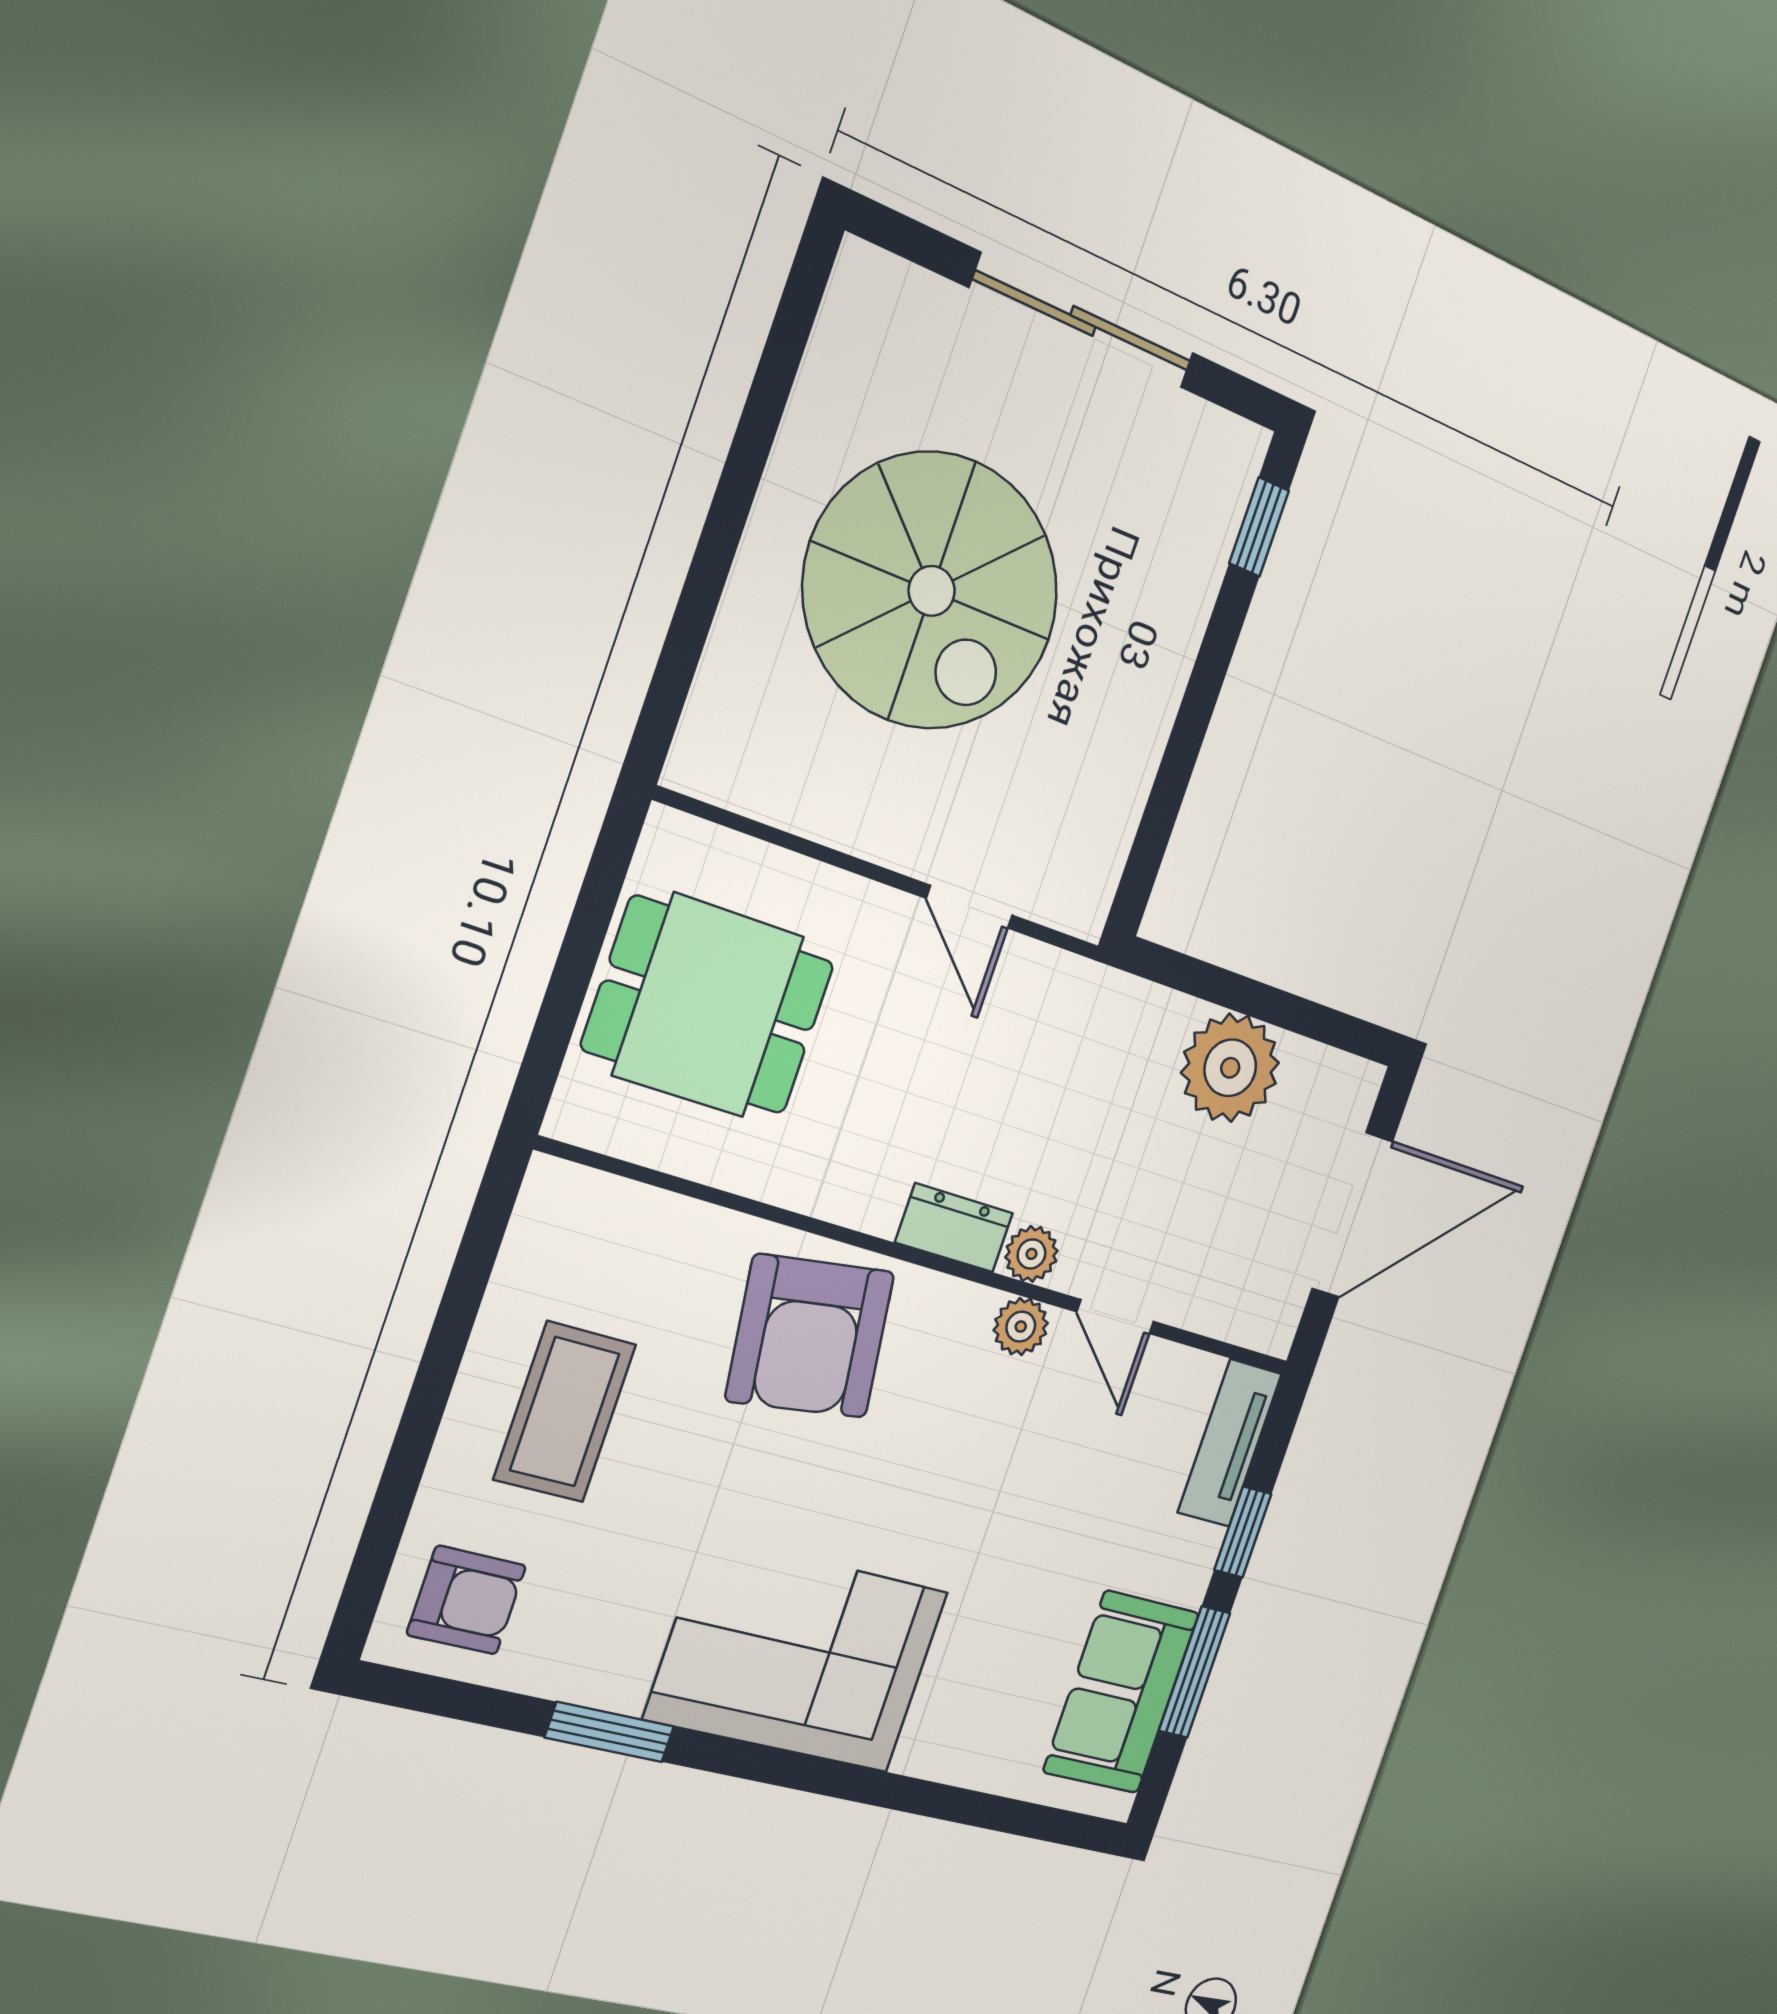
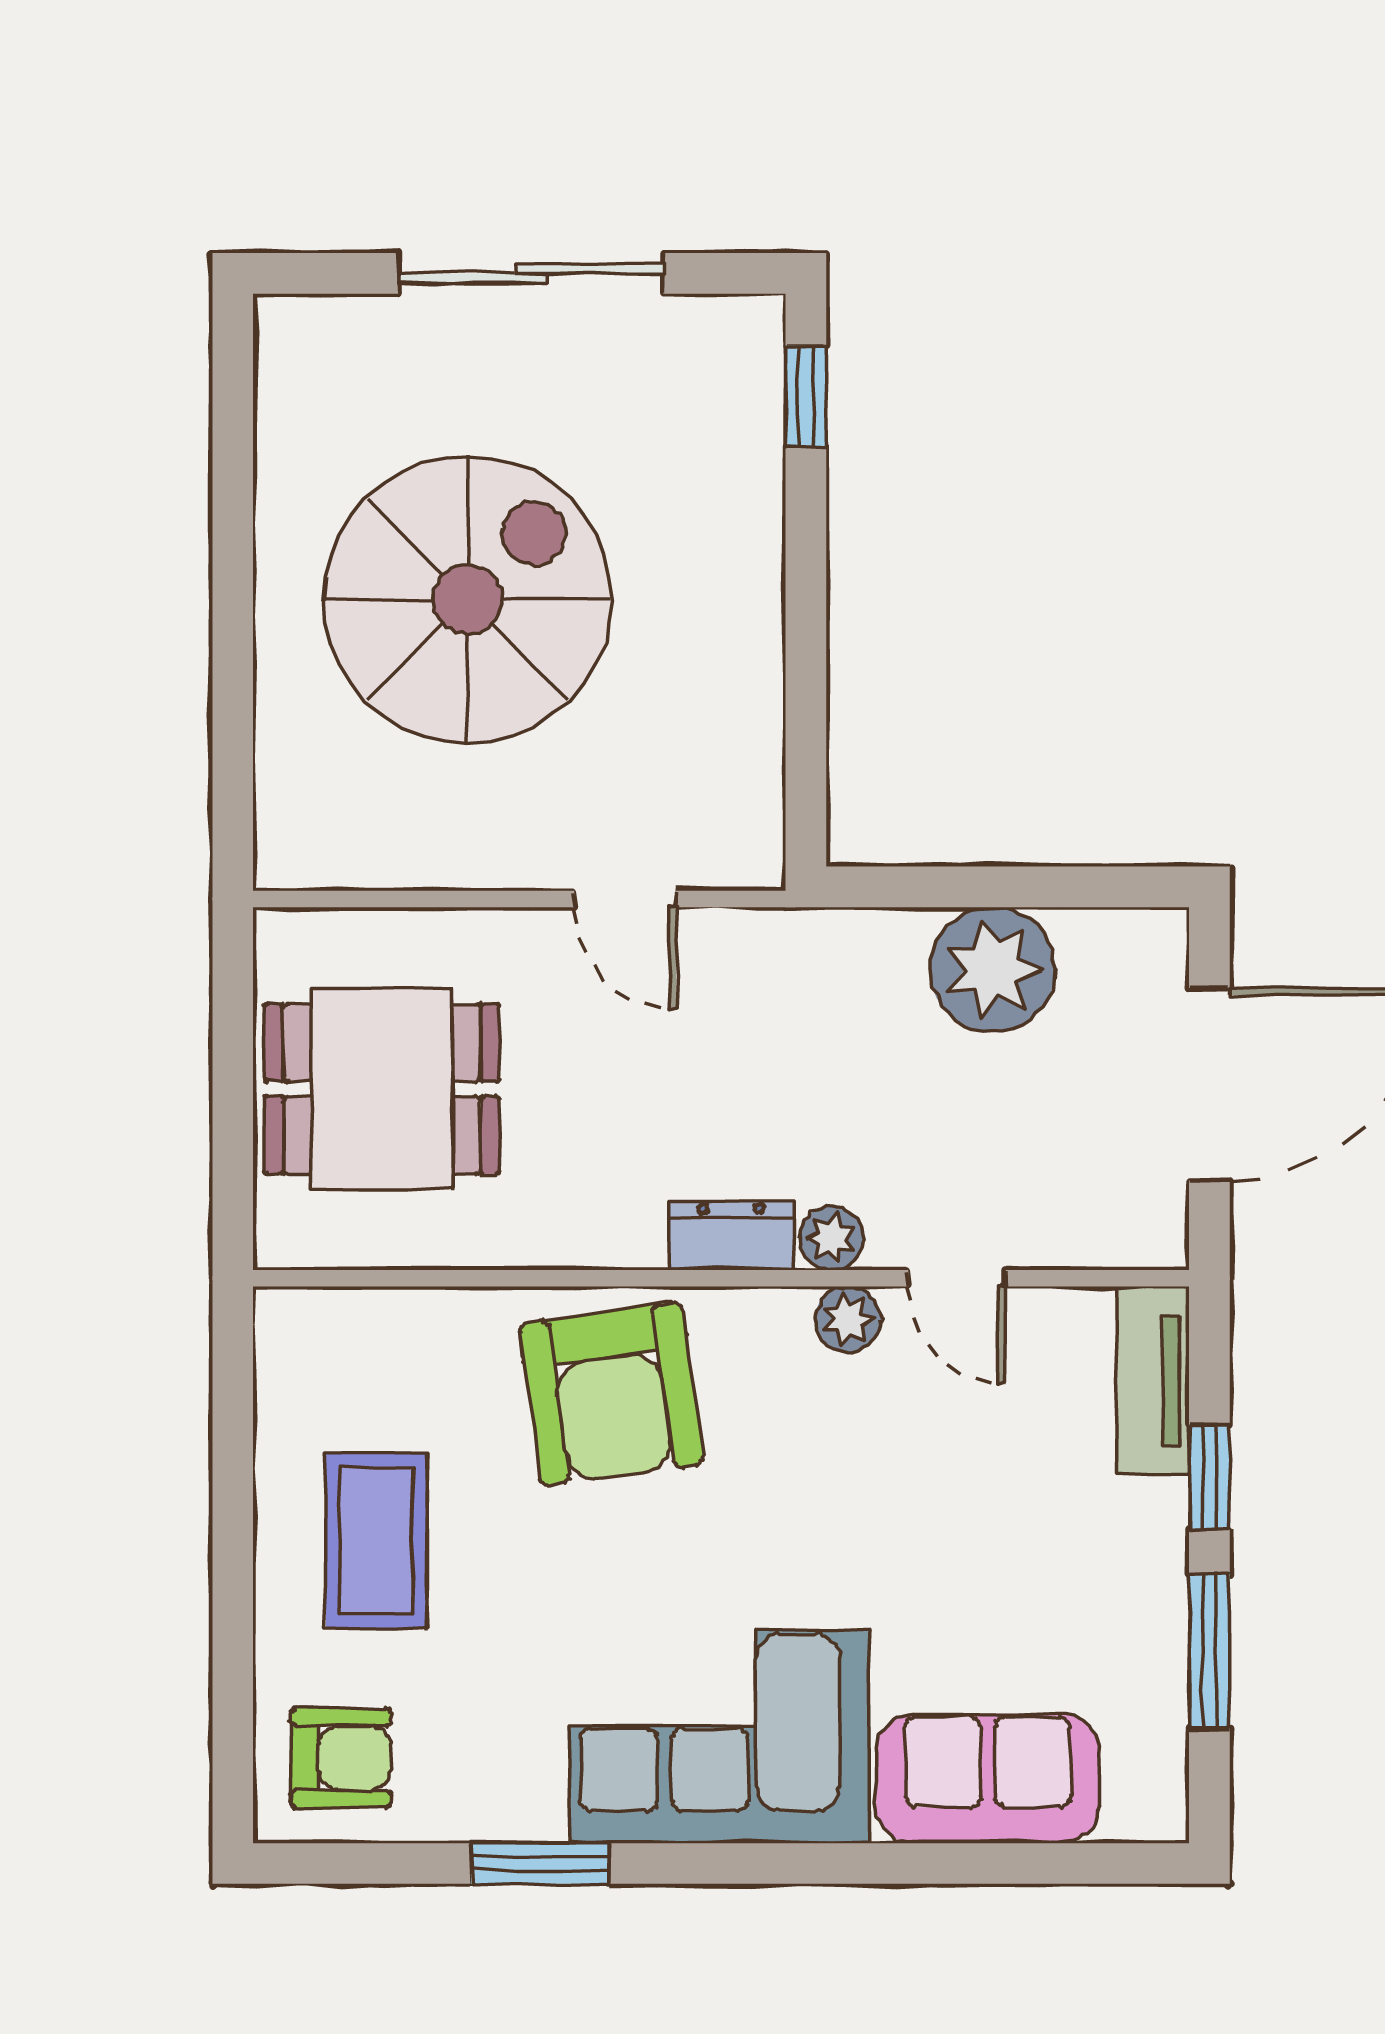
spiral stairs: (932, 591) -> (468, 600), turned -90
sofa: (1121, 1692) -> (988, 1779), moved, turned 90

